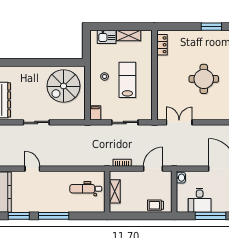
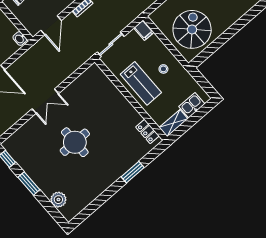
window: (211, 27) -> (133, 172), moved
locker: (162, 45) -> (147, 132), moved
wall: (154, 75) -> (131, 99), moved
double door: (179, 122) -> (45, 101), moved

